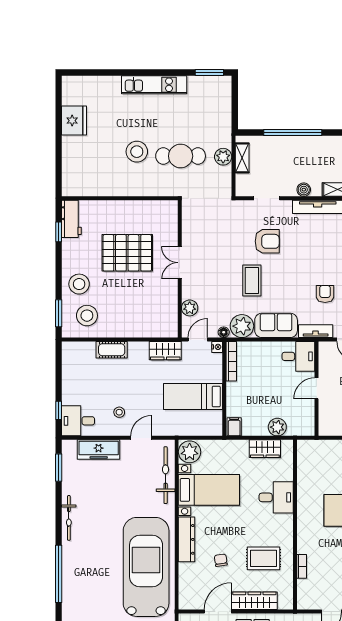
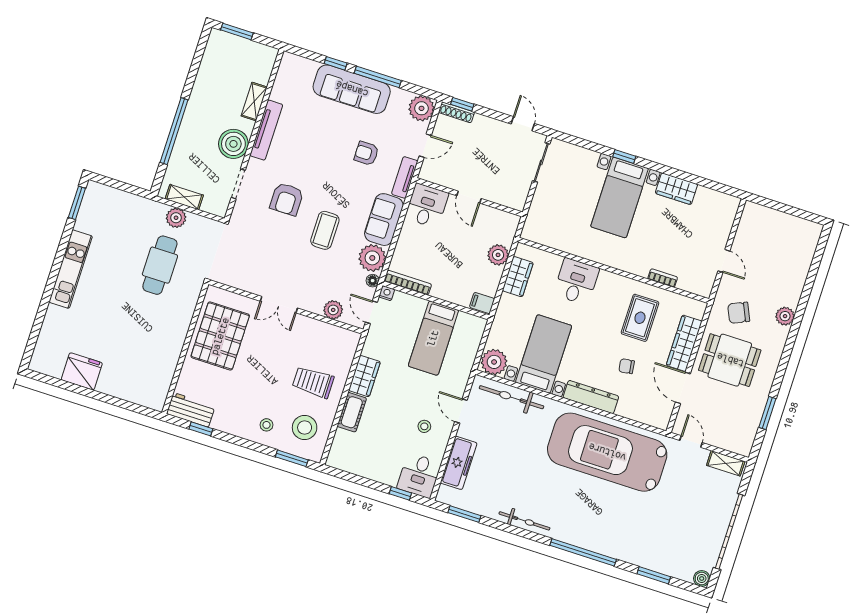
stool: (137, 152) -> (139, 312), removed
boiler: (304, 190) -> (233, 144), width x1.86, depth x1.86
armchair: (267, 241) -> (287, 199), turned 180
pallet: (127, 253) -> (220, 336), moved
coffee table: (252, 280) -> (325, 230), turned 90
stool: (79, 284) -> (266, 425), width x0.53, depth x0.53
trolley: (126, 311) -> (313, 382), added
wardrobe: (165, 351) -> (364, 376), moved

